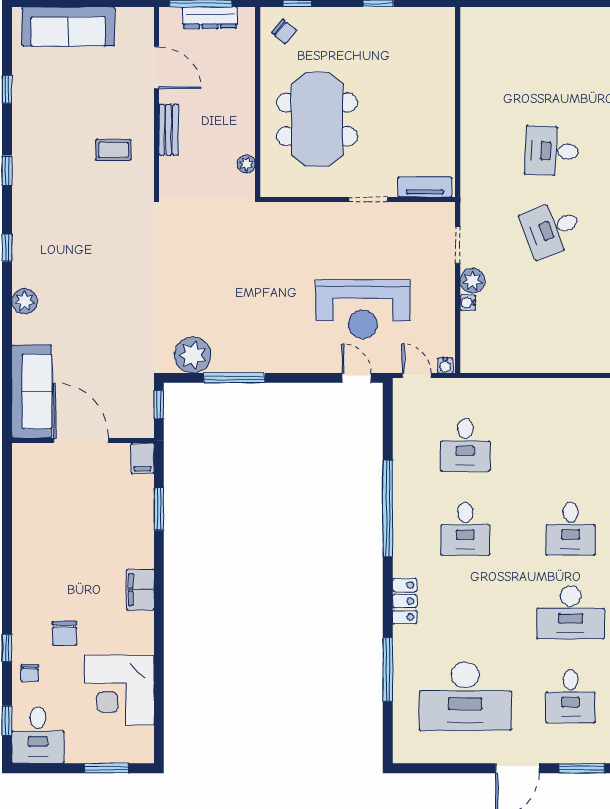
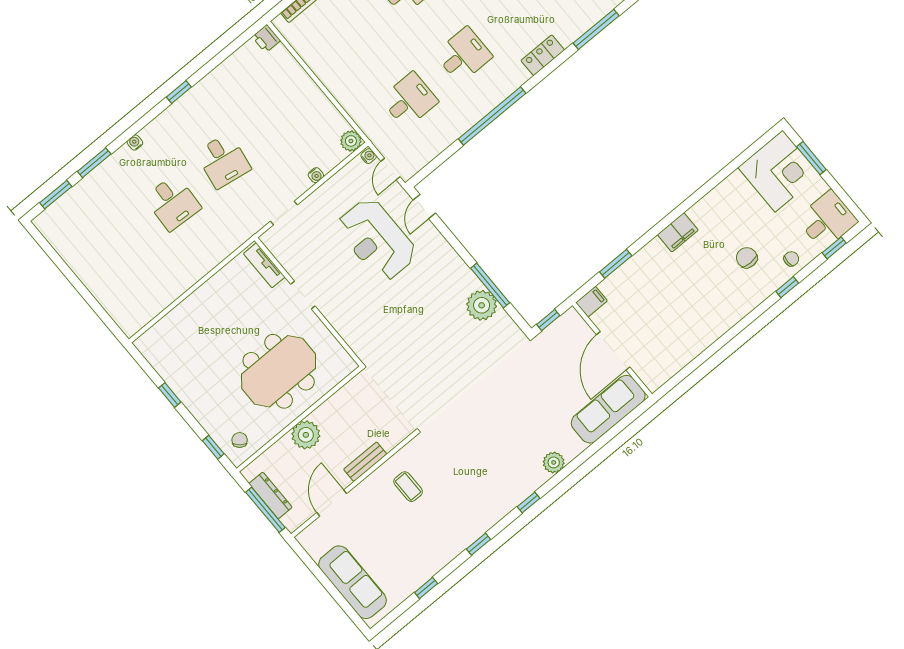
plant: (246, 164) -> (306, 435), moved, width x1.88, depth x1.88
desk: (552, 229) -> (223, 161), turned 30
plant: (472, 281) -> (351, 141), moved
reception desk: (363, 309) -> (377, 240), turned 180
plant: (193, 355) -> (482, 305), moved
chair: (65, 633) -> (747, 258), turned -90
corner desk: (119, 690) -> (779, 171), moved

